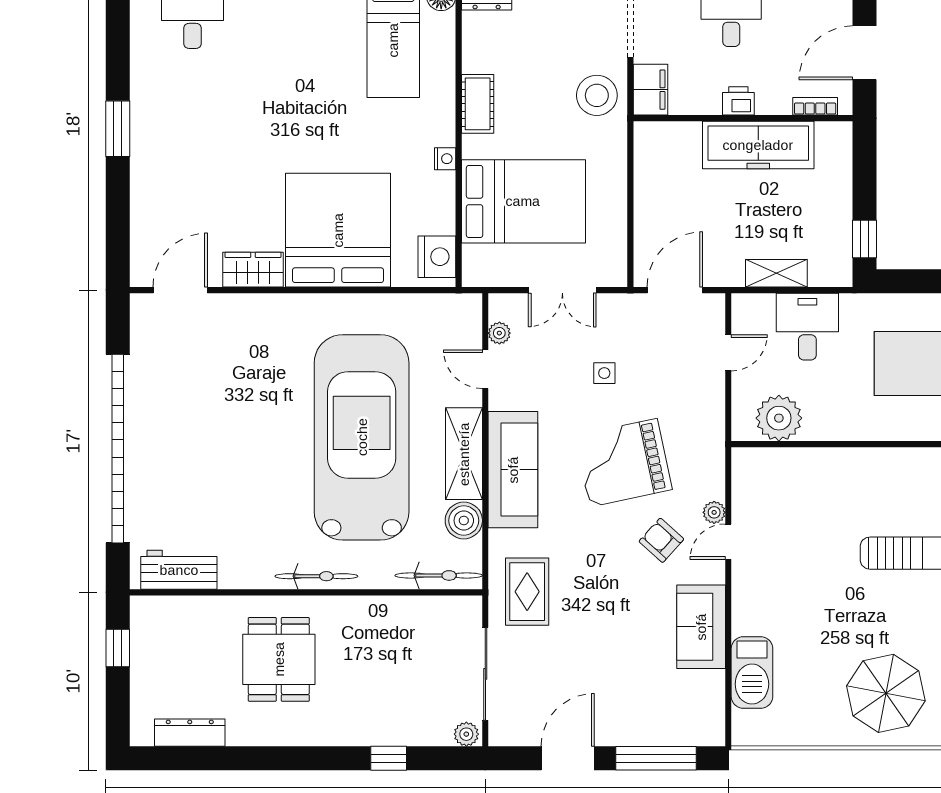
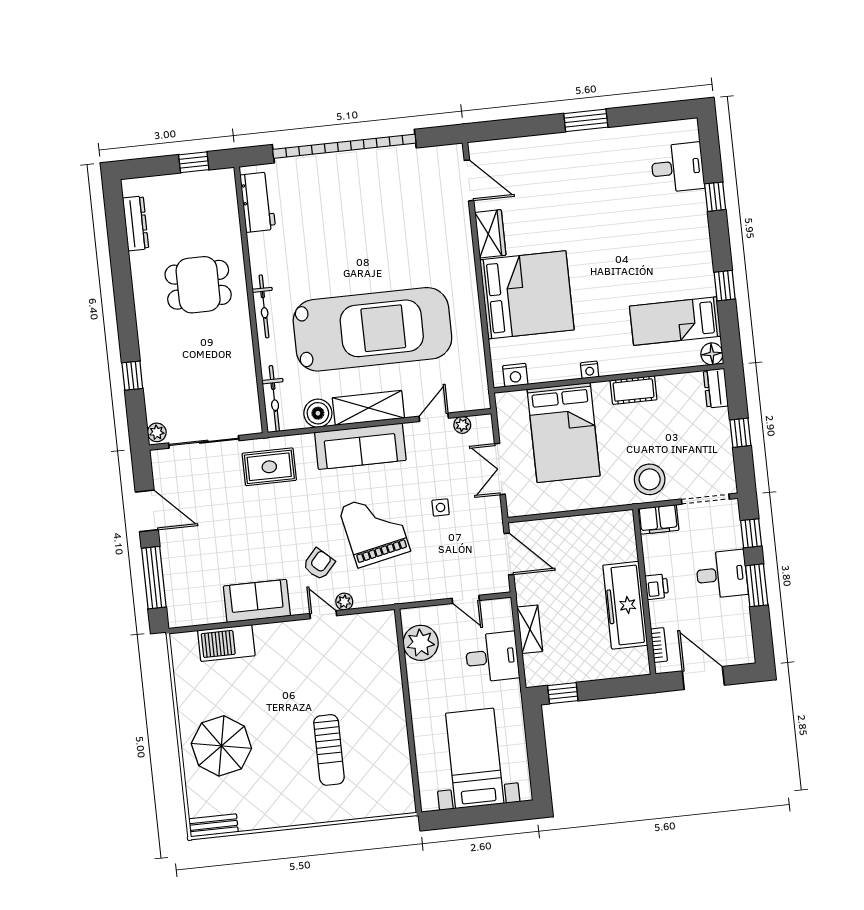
nightstand: (437, 257) -> (515, 375), width x0.74, depth x0.75

